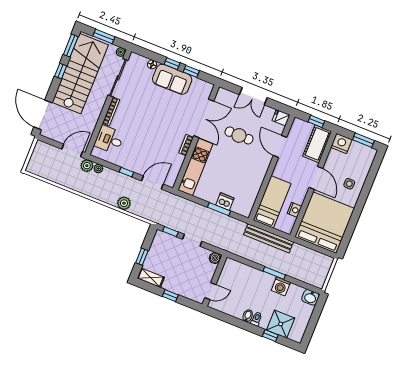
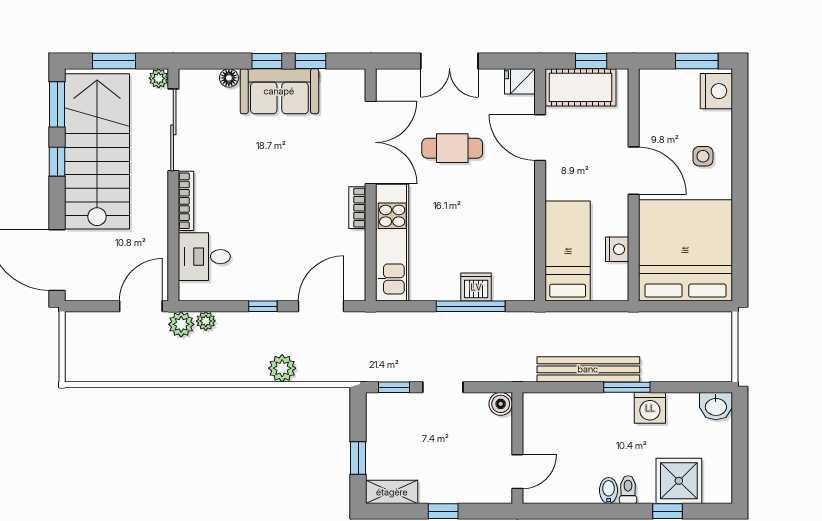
nightstand: (341, 143) -> (716, 91), moved, turned 90
cot: (317, 144) -> (581, 87), moved, turned 90
window: (219, 209) -> (471, 306), width x1.44
bench: (269, 238) -> (588, 369), moved

